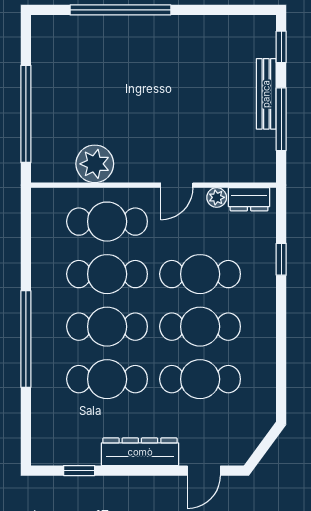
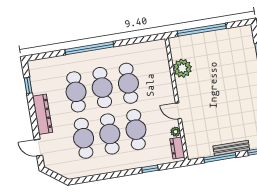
cafe table: (107, 222) -> (155, 79), removed

